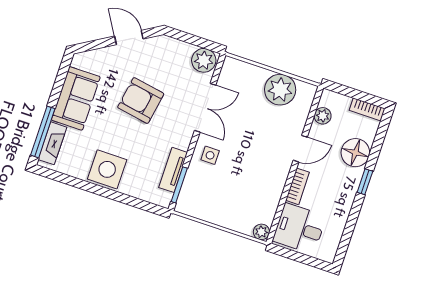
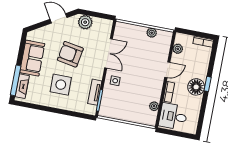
plant: (204, 60) -> (85, 22), moved
plant: (280, 90) -> (152, 33), width x0.53, depth x0.53
floor lamp: (355, 153) -> (196, 87), moved
side table: (107, 169) -> (61, 85), moved
plant: (261, 232) -> (154, 106), moved

